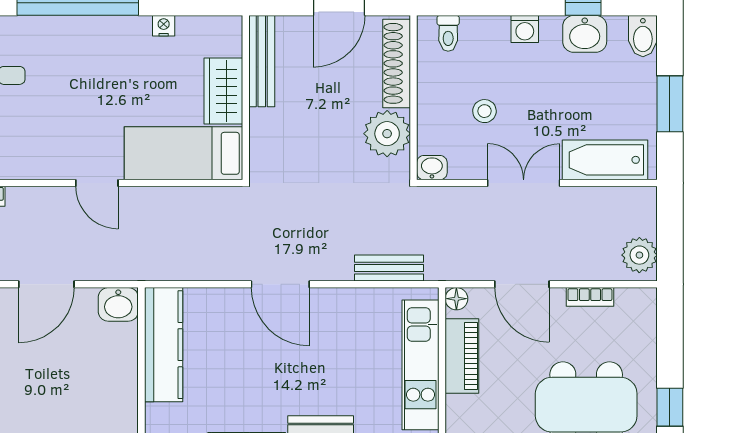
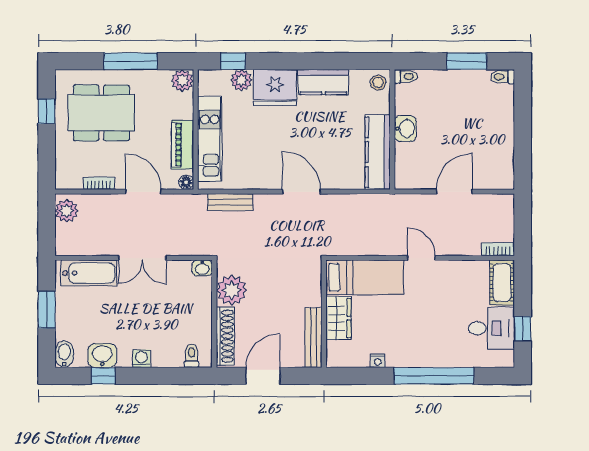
stool: (484, 111) -> (168, 305), removed
washbasin: (118, 304) -> (405, 129), moved, turned 90

